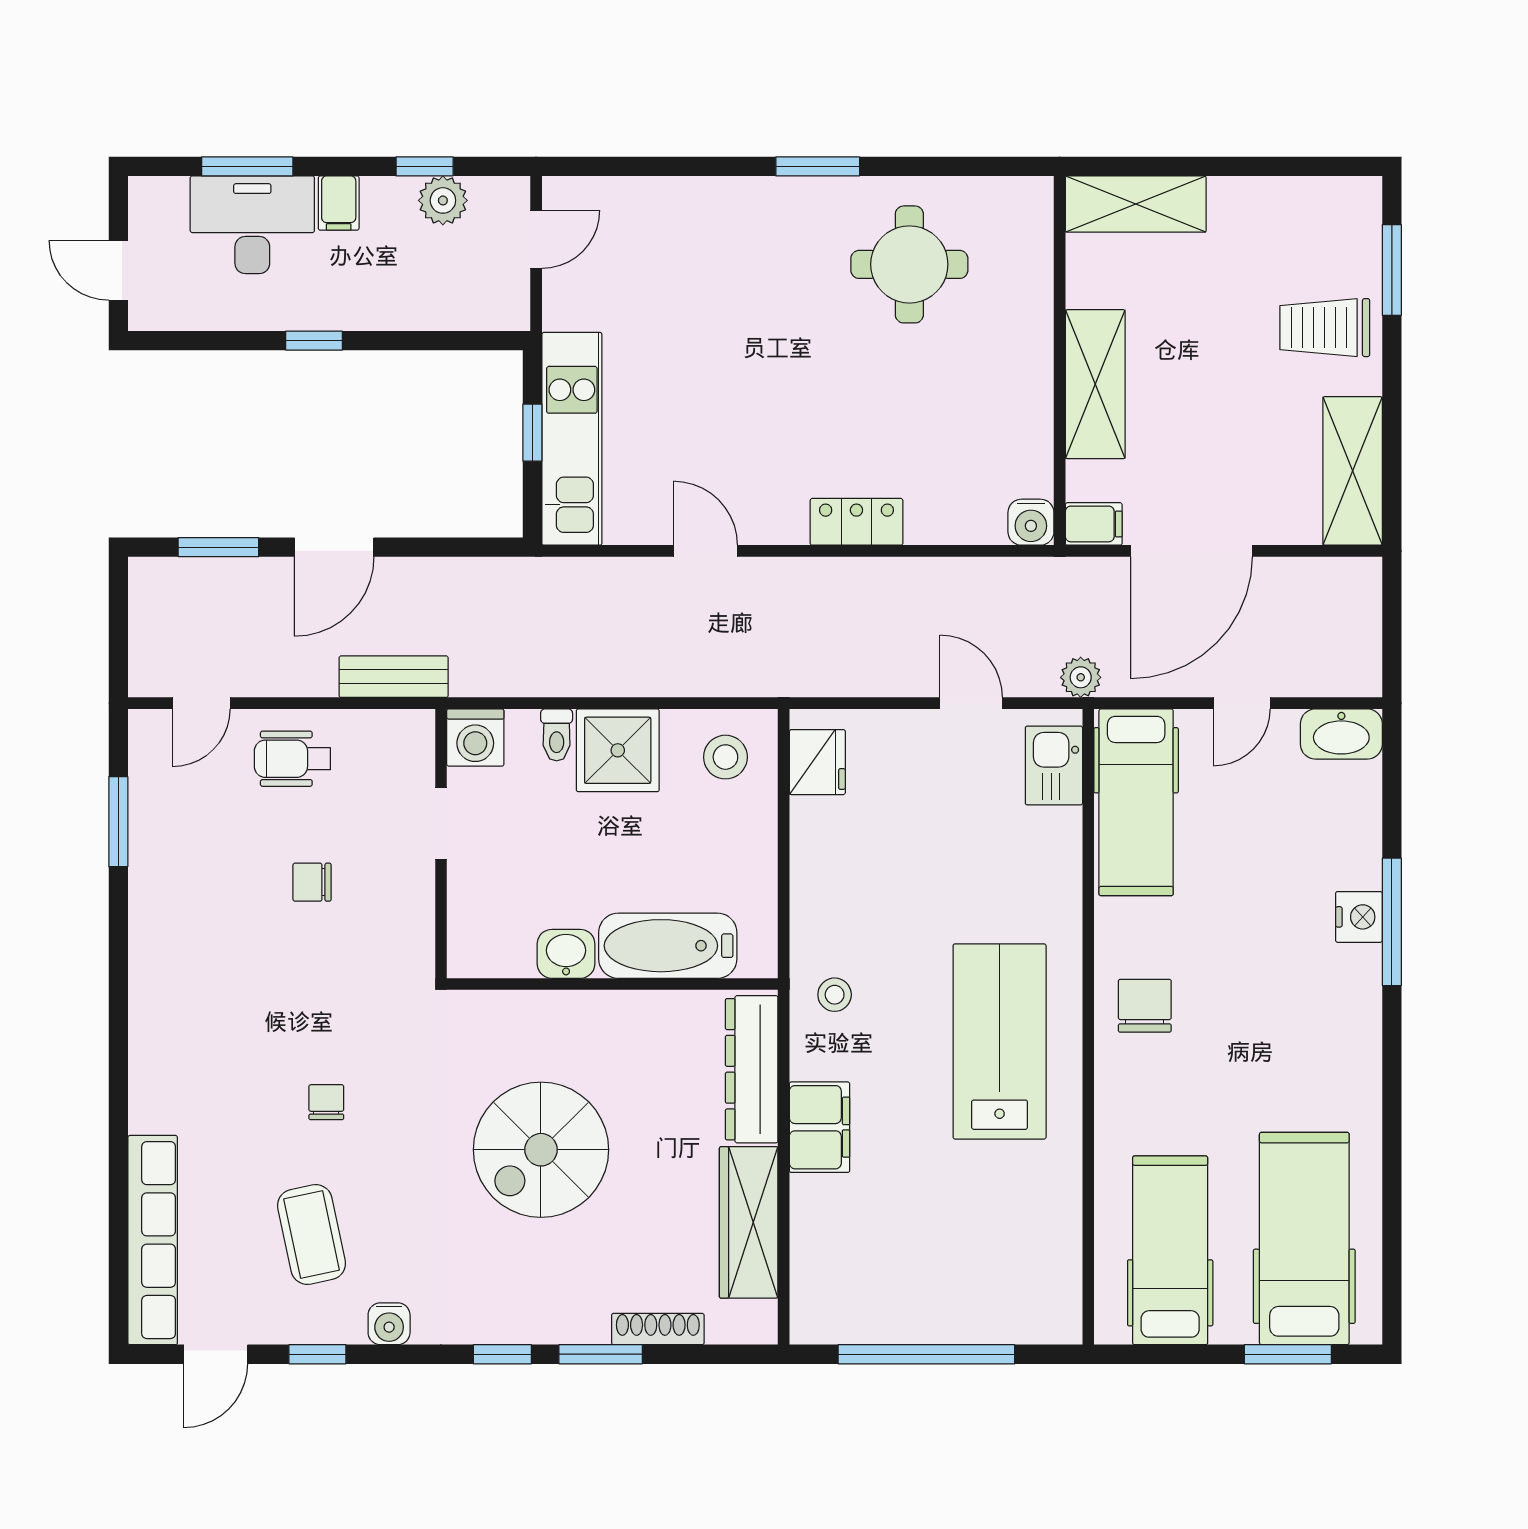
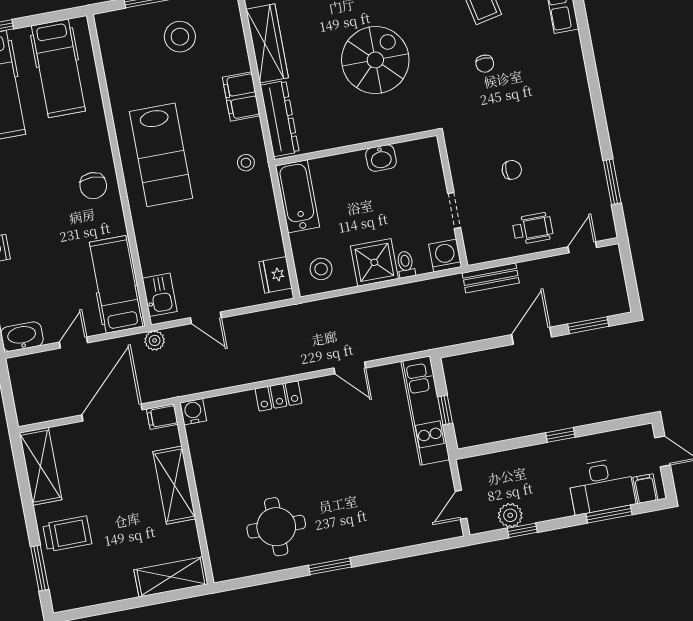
filing cabinet: (339, 203) -> (645, 489), moved
bathtub: (668, 946) -> (297, 196), moved, turned -90
stool: (918, 1268) -> (180, 37), added

